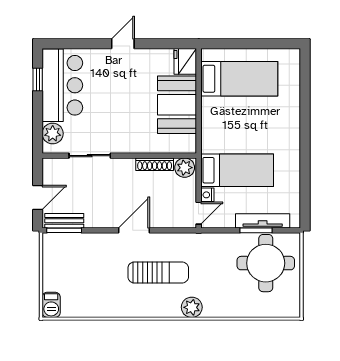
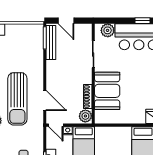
booth: (177, 105) -> (107, 91), moved, turned 90
bench: (64, 221) -> (51, 42), width x1.36
door: (134, 230) -> (45, 101), moved
sun lounger: (158, 272) -> (17, 99), width x1.36, depth x1.34

